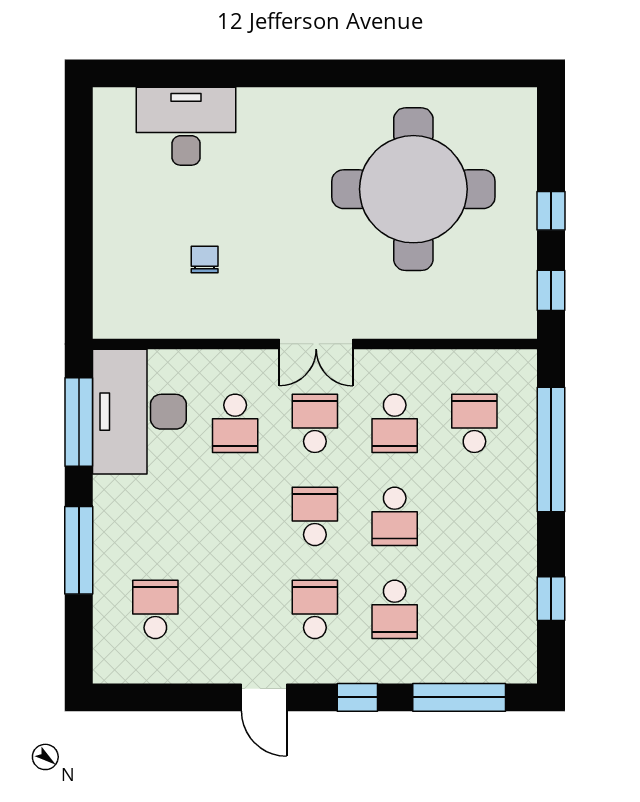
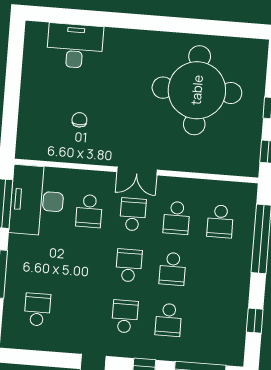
school desk: (474, 423) -> (220, 221), turned 180

